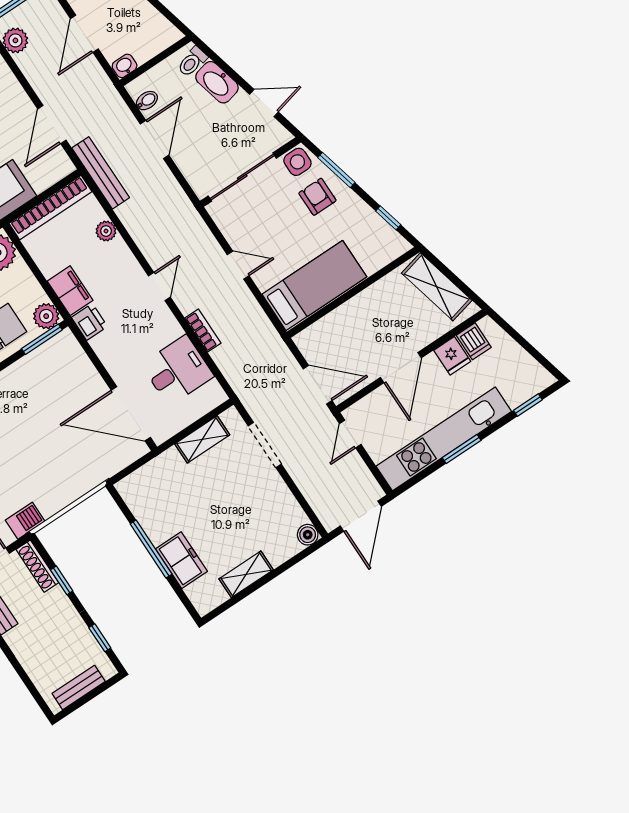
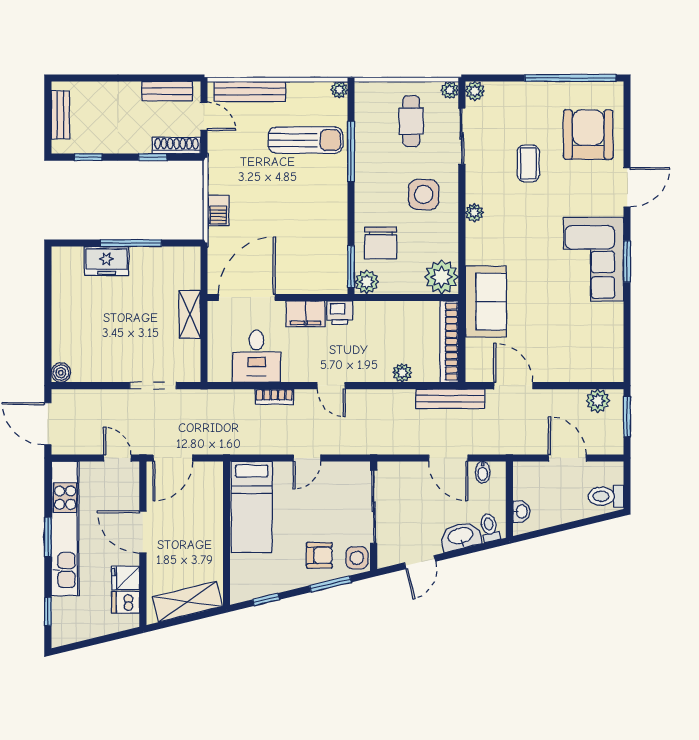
washbasin: (125, 66) -> (521, 511), moved
filing cabinet: (70, 291) -> (306, 314), moved
shelving: (202, 439) -> (190, 315), moved
barbecue: (25, 521) -> (218, 211), moved
shelving: (246, 574) -> (62, 304), removed

